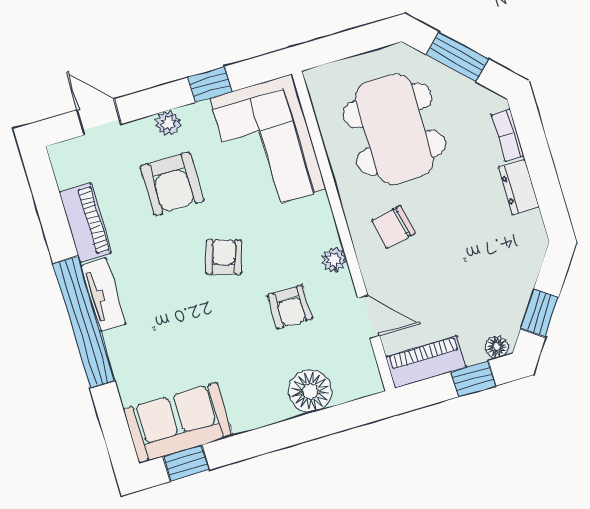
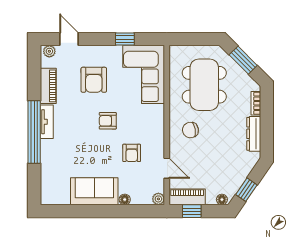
plant: (168, 123) -> (49, 51), moved
dresser: (518, 187) -> (254, 134), width x1.44
armchair: (224, 257) -> (108, 121), turned -107
plant: (334, 260) -> (158, 199), moved
window: (473, 379) -> (192, 211), moved
floor lamp: (310, 391) -> (125, 200), width x0.53, depth x0.53
sofa: (178, 423) -> (94, 191), moved
window: (186, 463) -> (62, 211), removed

